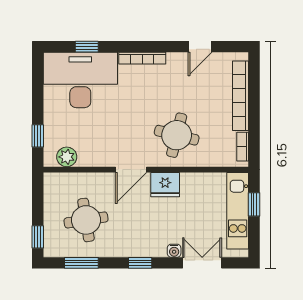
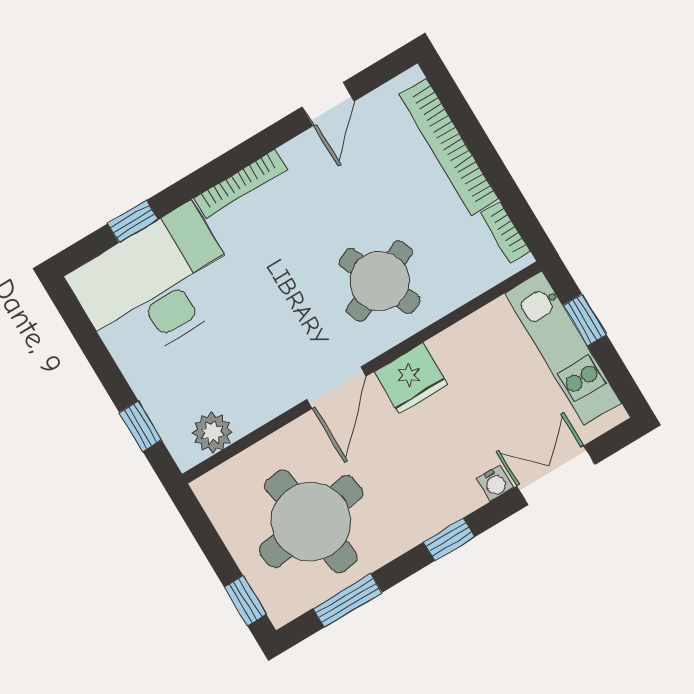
round table: (177, 135) -> (380, 281), turned -37
round table: (86, 220) -> (311, 521), width x1.36, depth x1.36

